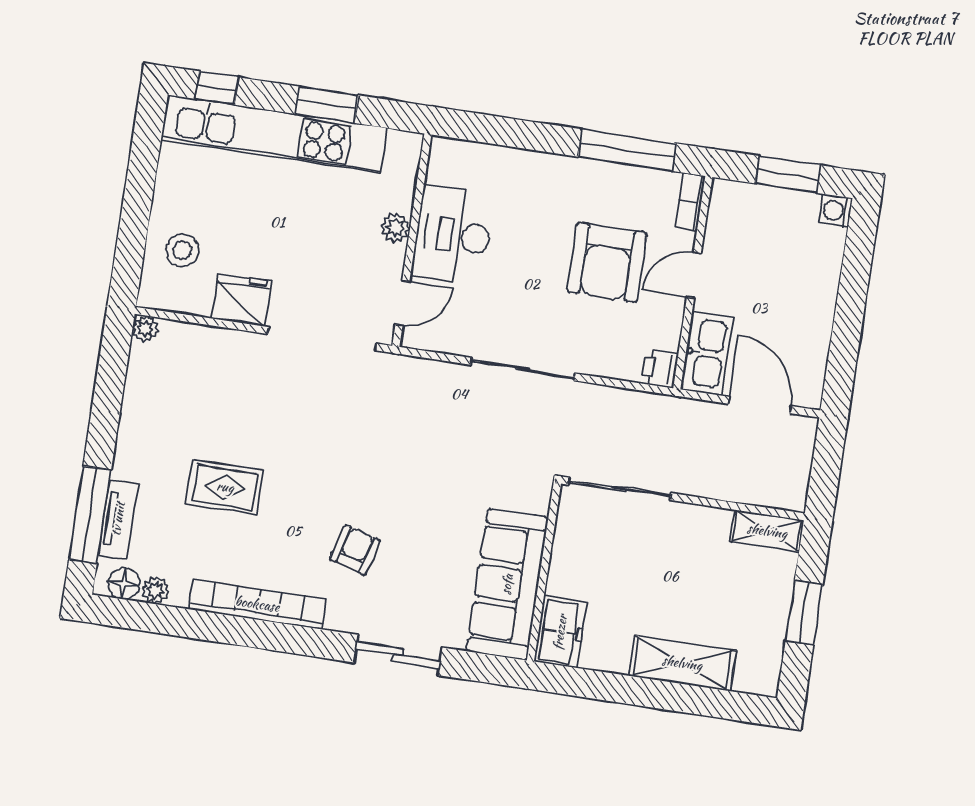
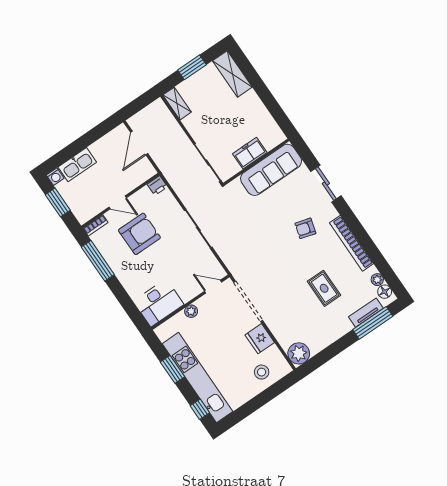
desk: (453, 235) -> (159, 303), moved
plant: (146, 329) -> (299, 353), width x1.87, depth x1.87
kitchen sink: (707, 353) -> (77, 165), moved, turned 180
freezer: (560, 632) -> (250, 153), moved
shelving: (682, 663) -> (232, 74), moved

